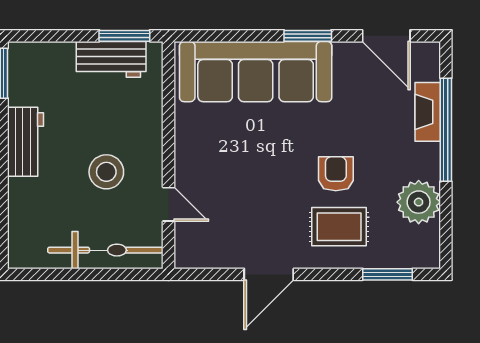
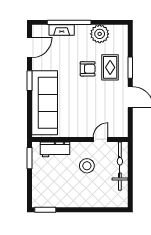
workbench: (111, 59) -> (55, 149), moved, turned 90
workbench: (26, 142) -> (74, 200), removed
armchair: (336, 174) -> (88, 69), turned 180
window: (387, 274) -> (130, 68), moved

